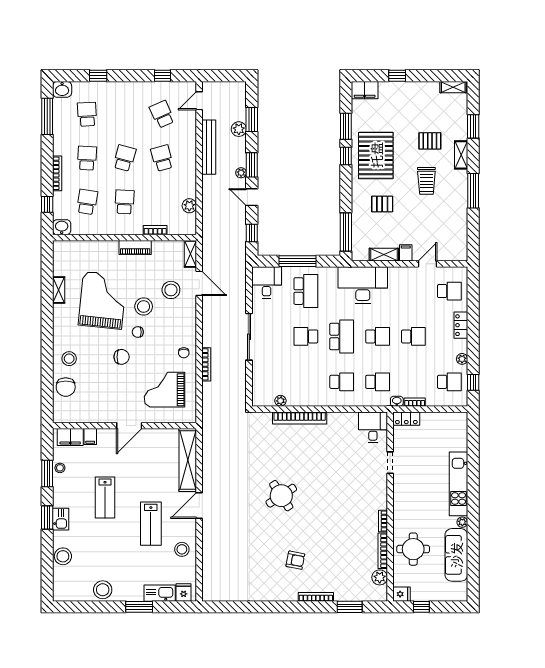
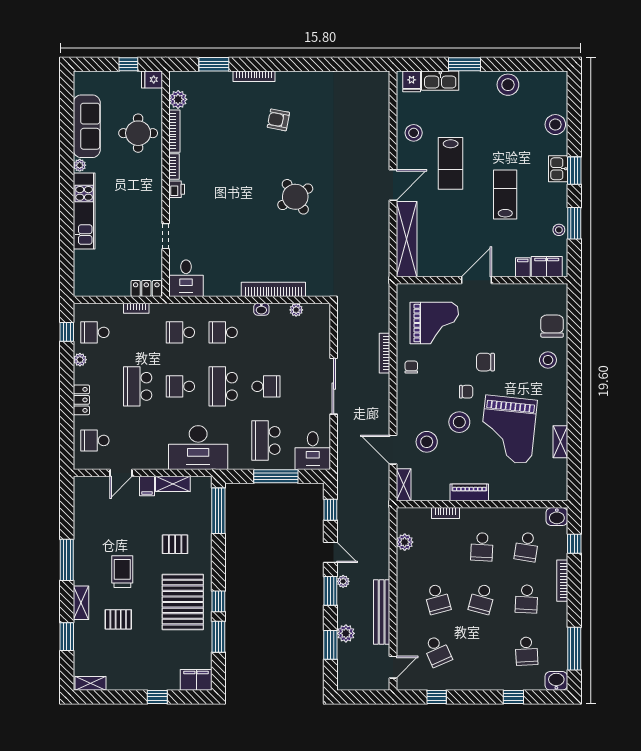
school desk: (413, 336) -> (138, 386), width x1.85
washbasin: (397, 401) -> (261, 309), moved
printer: (381, 502) -> (177, 189), added
lab bench: (151, 524) -> (451, 163), turned 180

